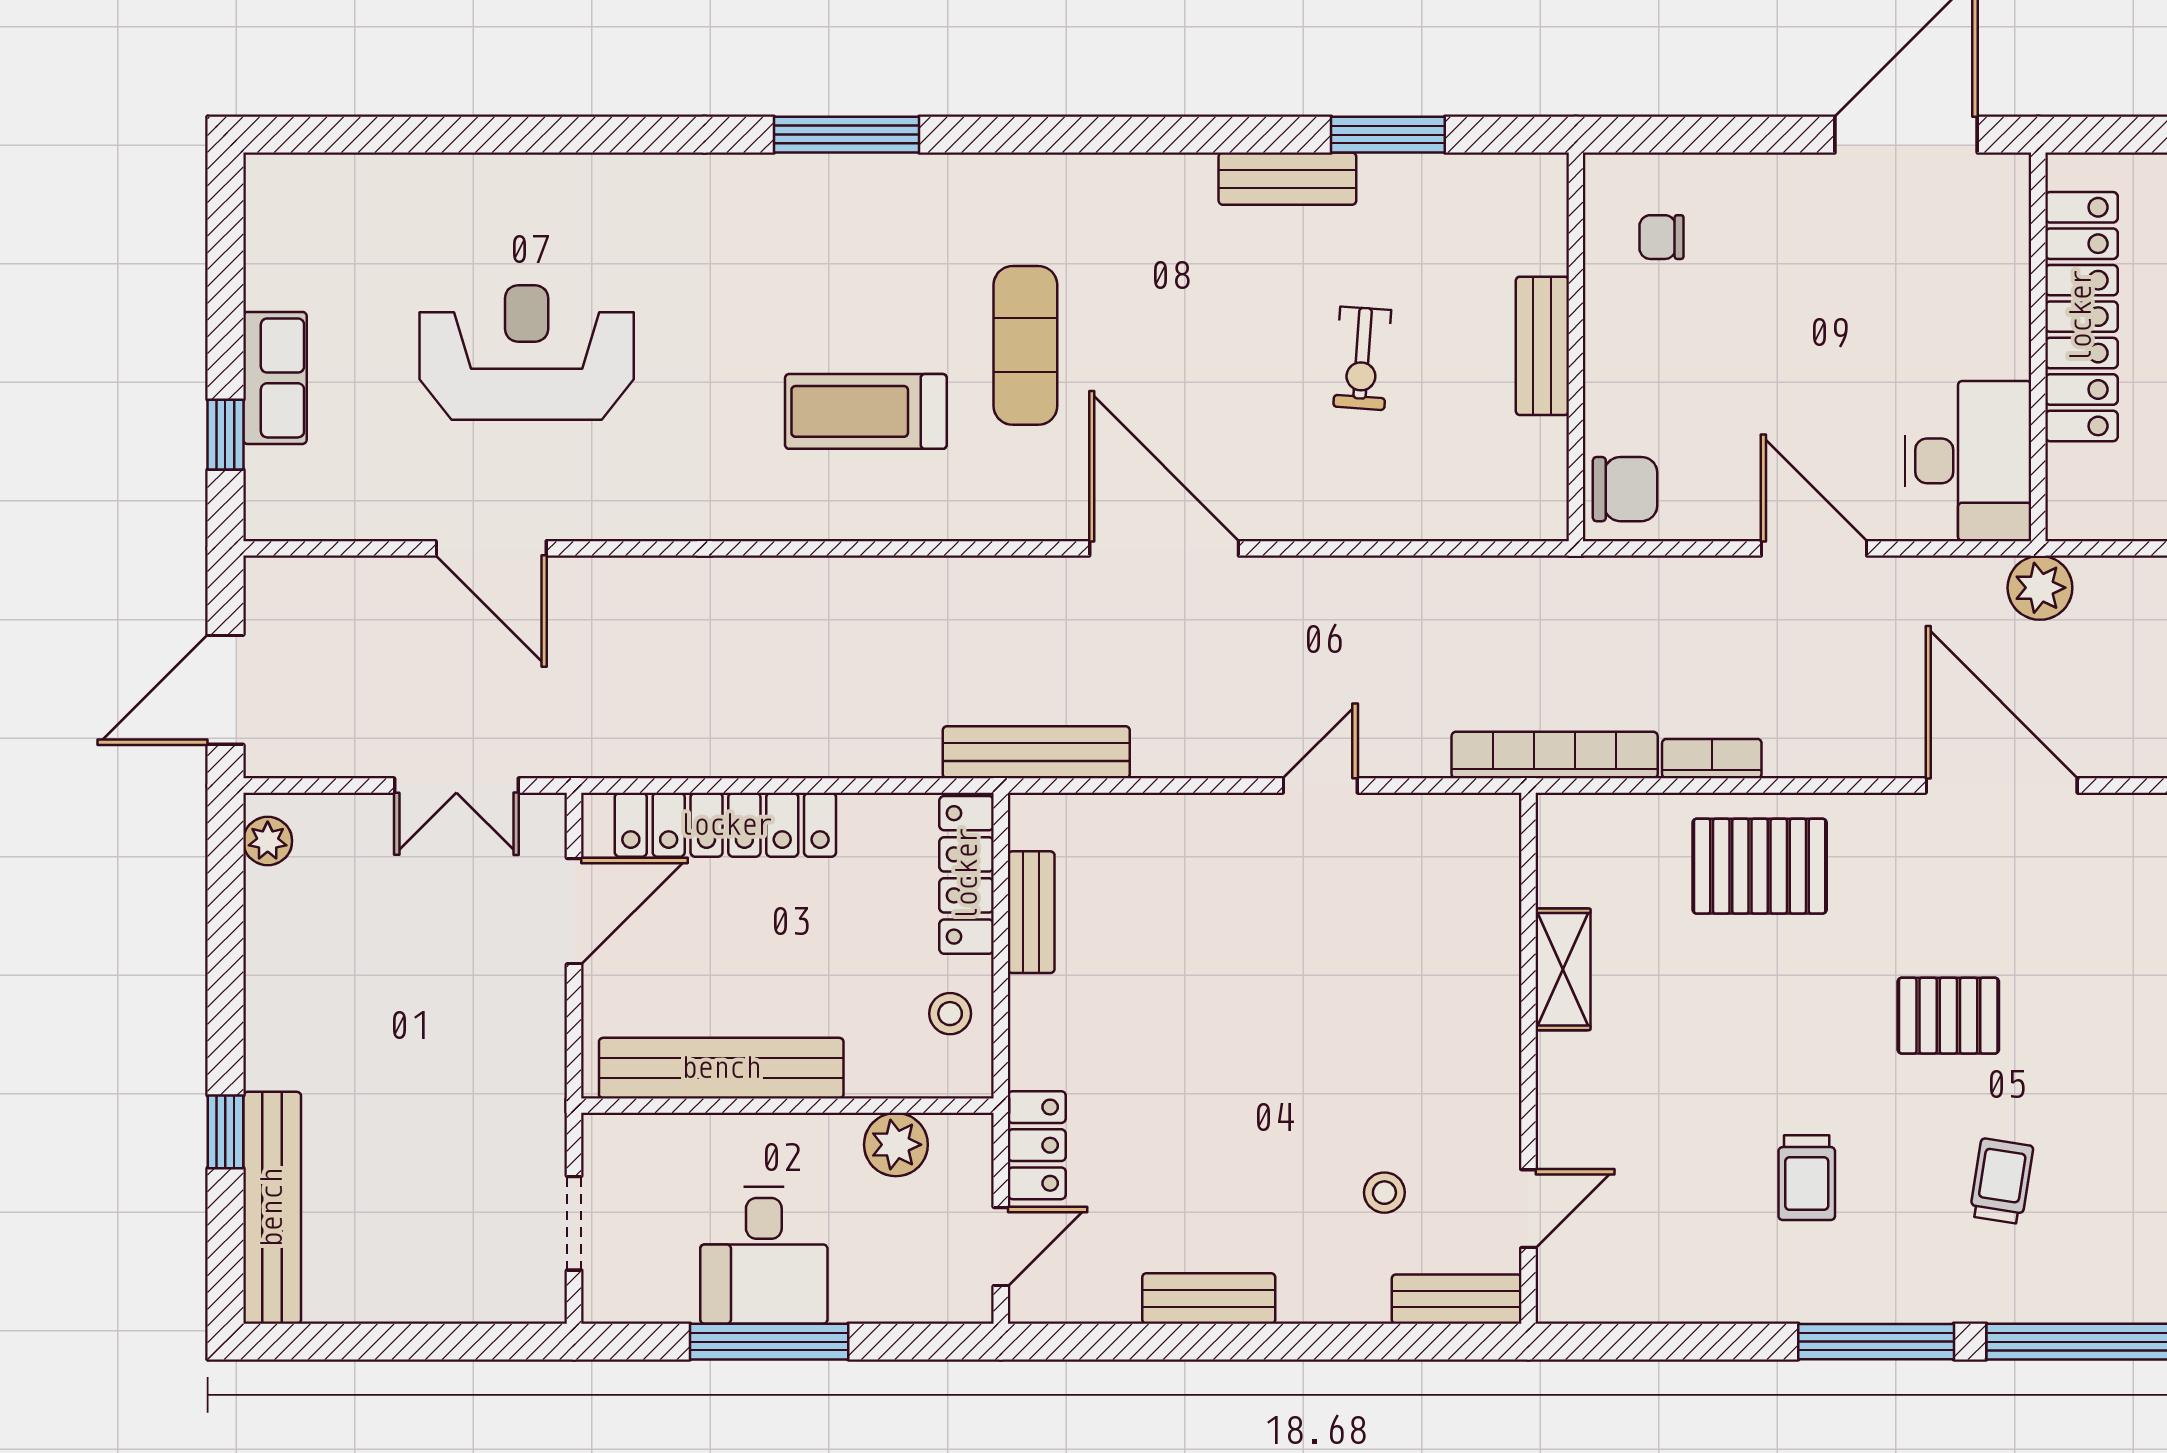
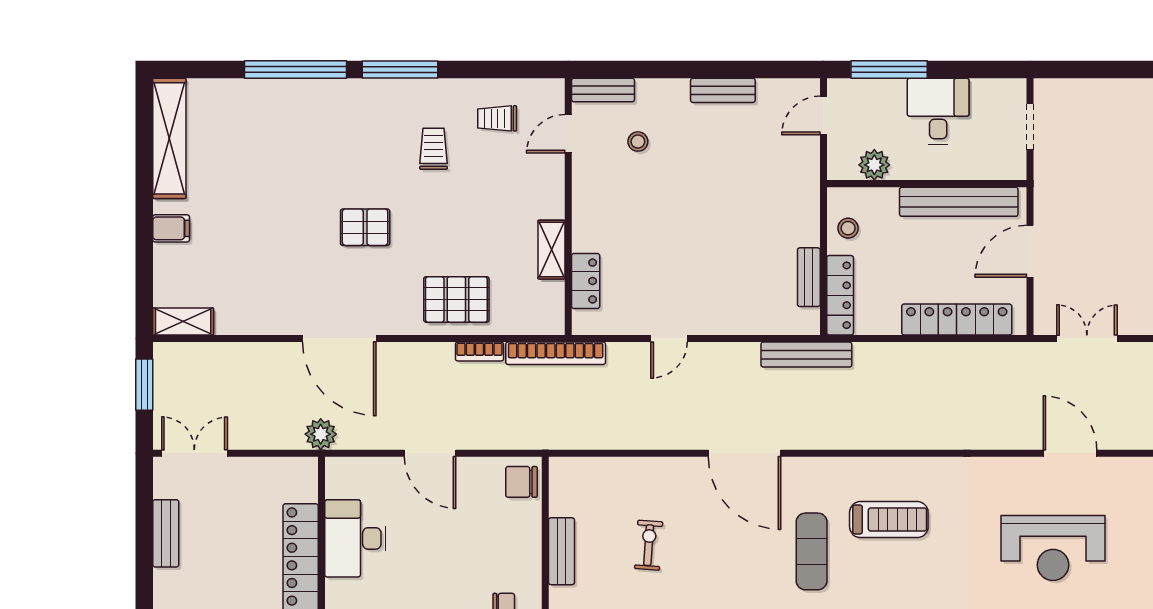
desk: (1968, 461) -> (355, 538), moved
door: (574, 911) -> (1030, 251), moved
locker: (1037, 1145) -> (586, 281), moved, turned 180
trolley: (2001, 1181) -> (497, 118), moved, turned 81
window: (769, 1342) -> (889, 69), moved

